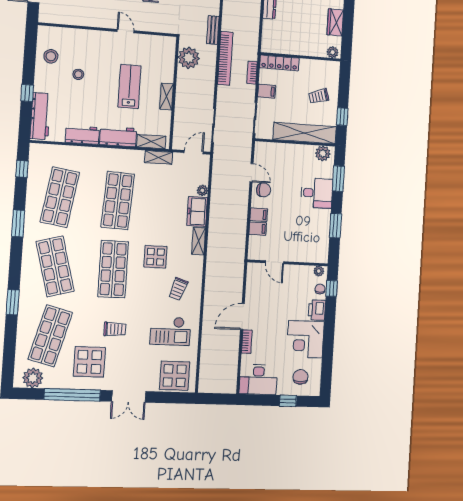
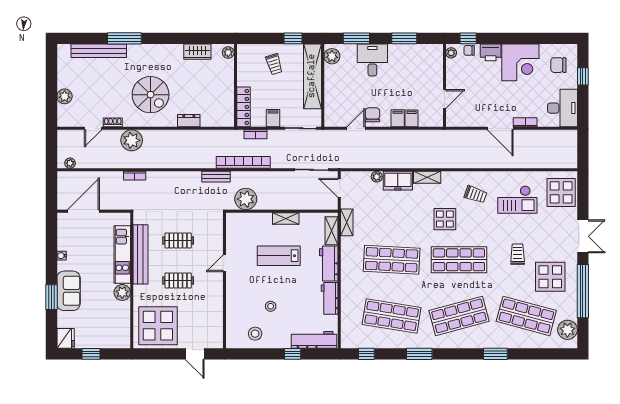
checkout: (170, 331) -> (517, 200), turned 90

